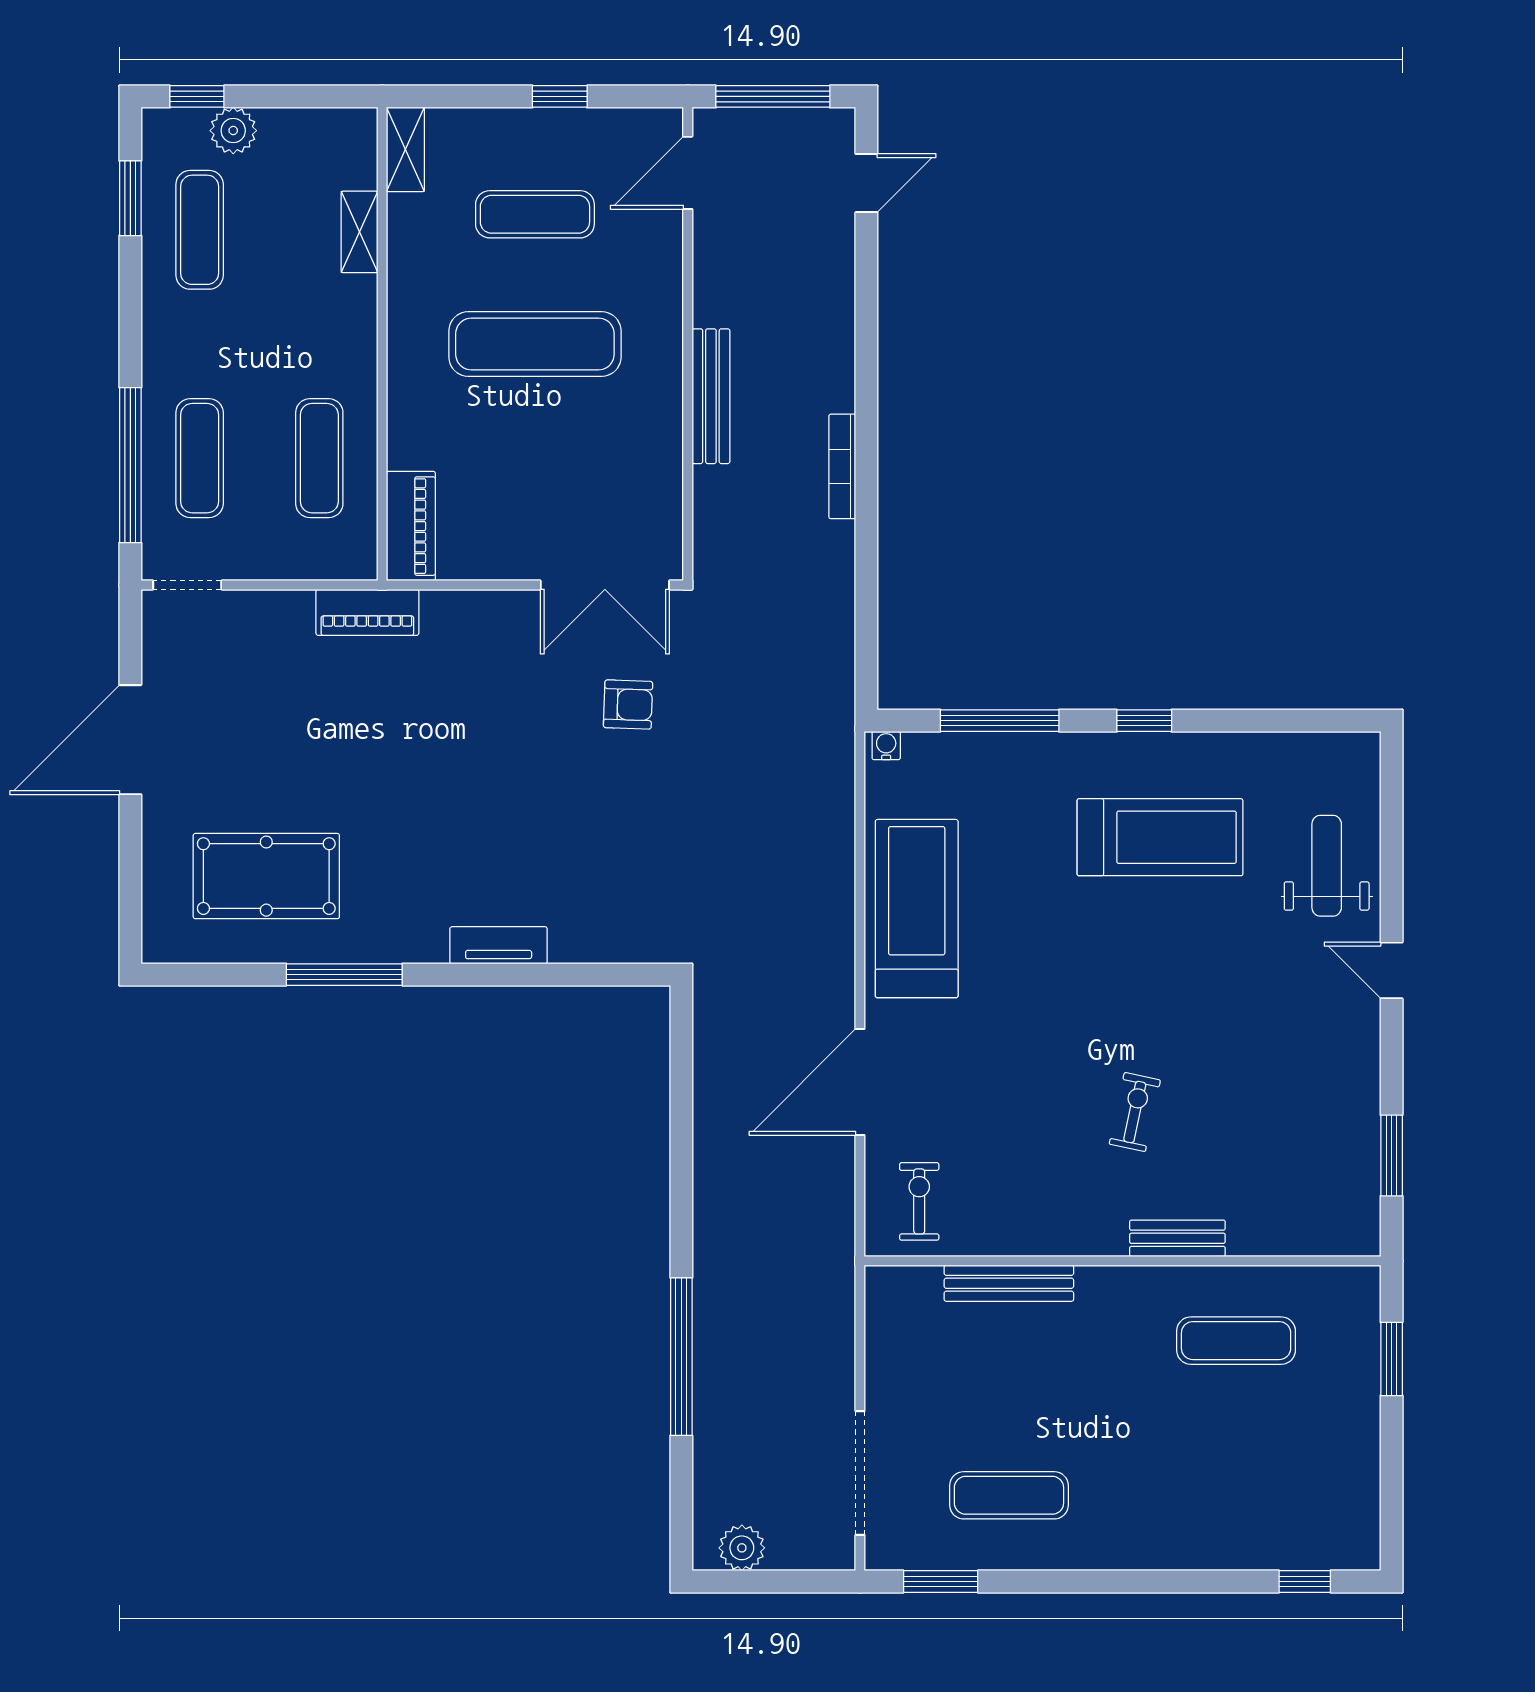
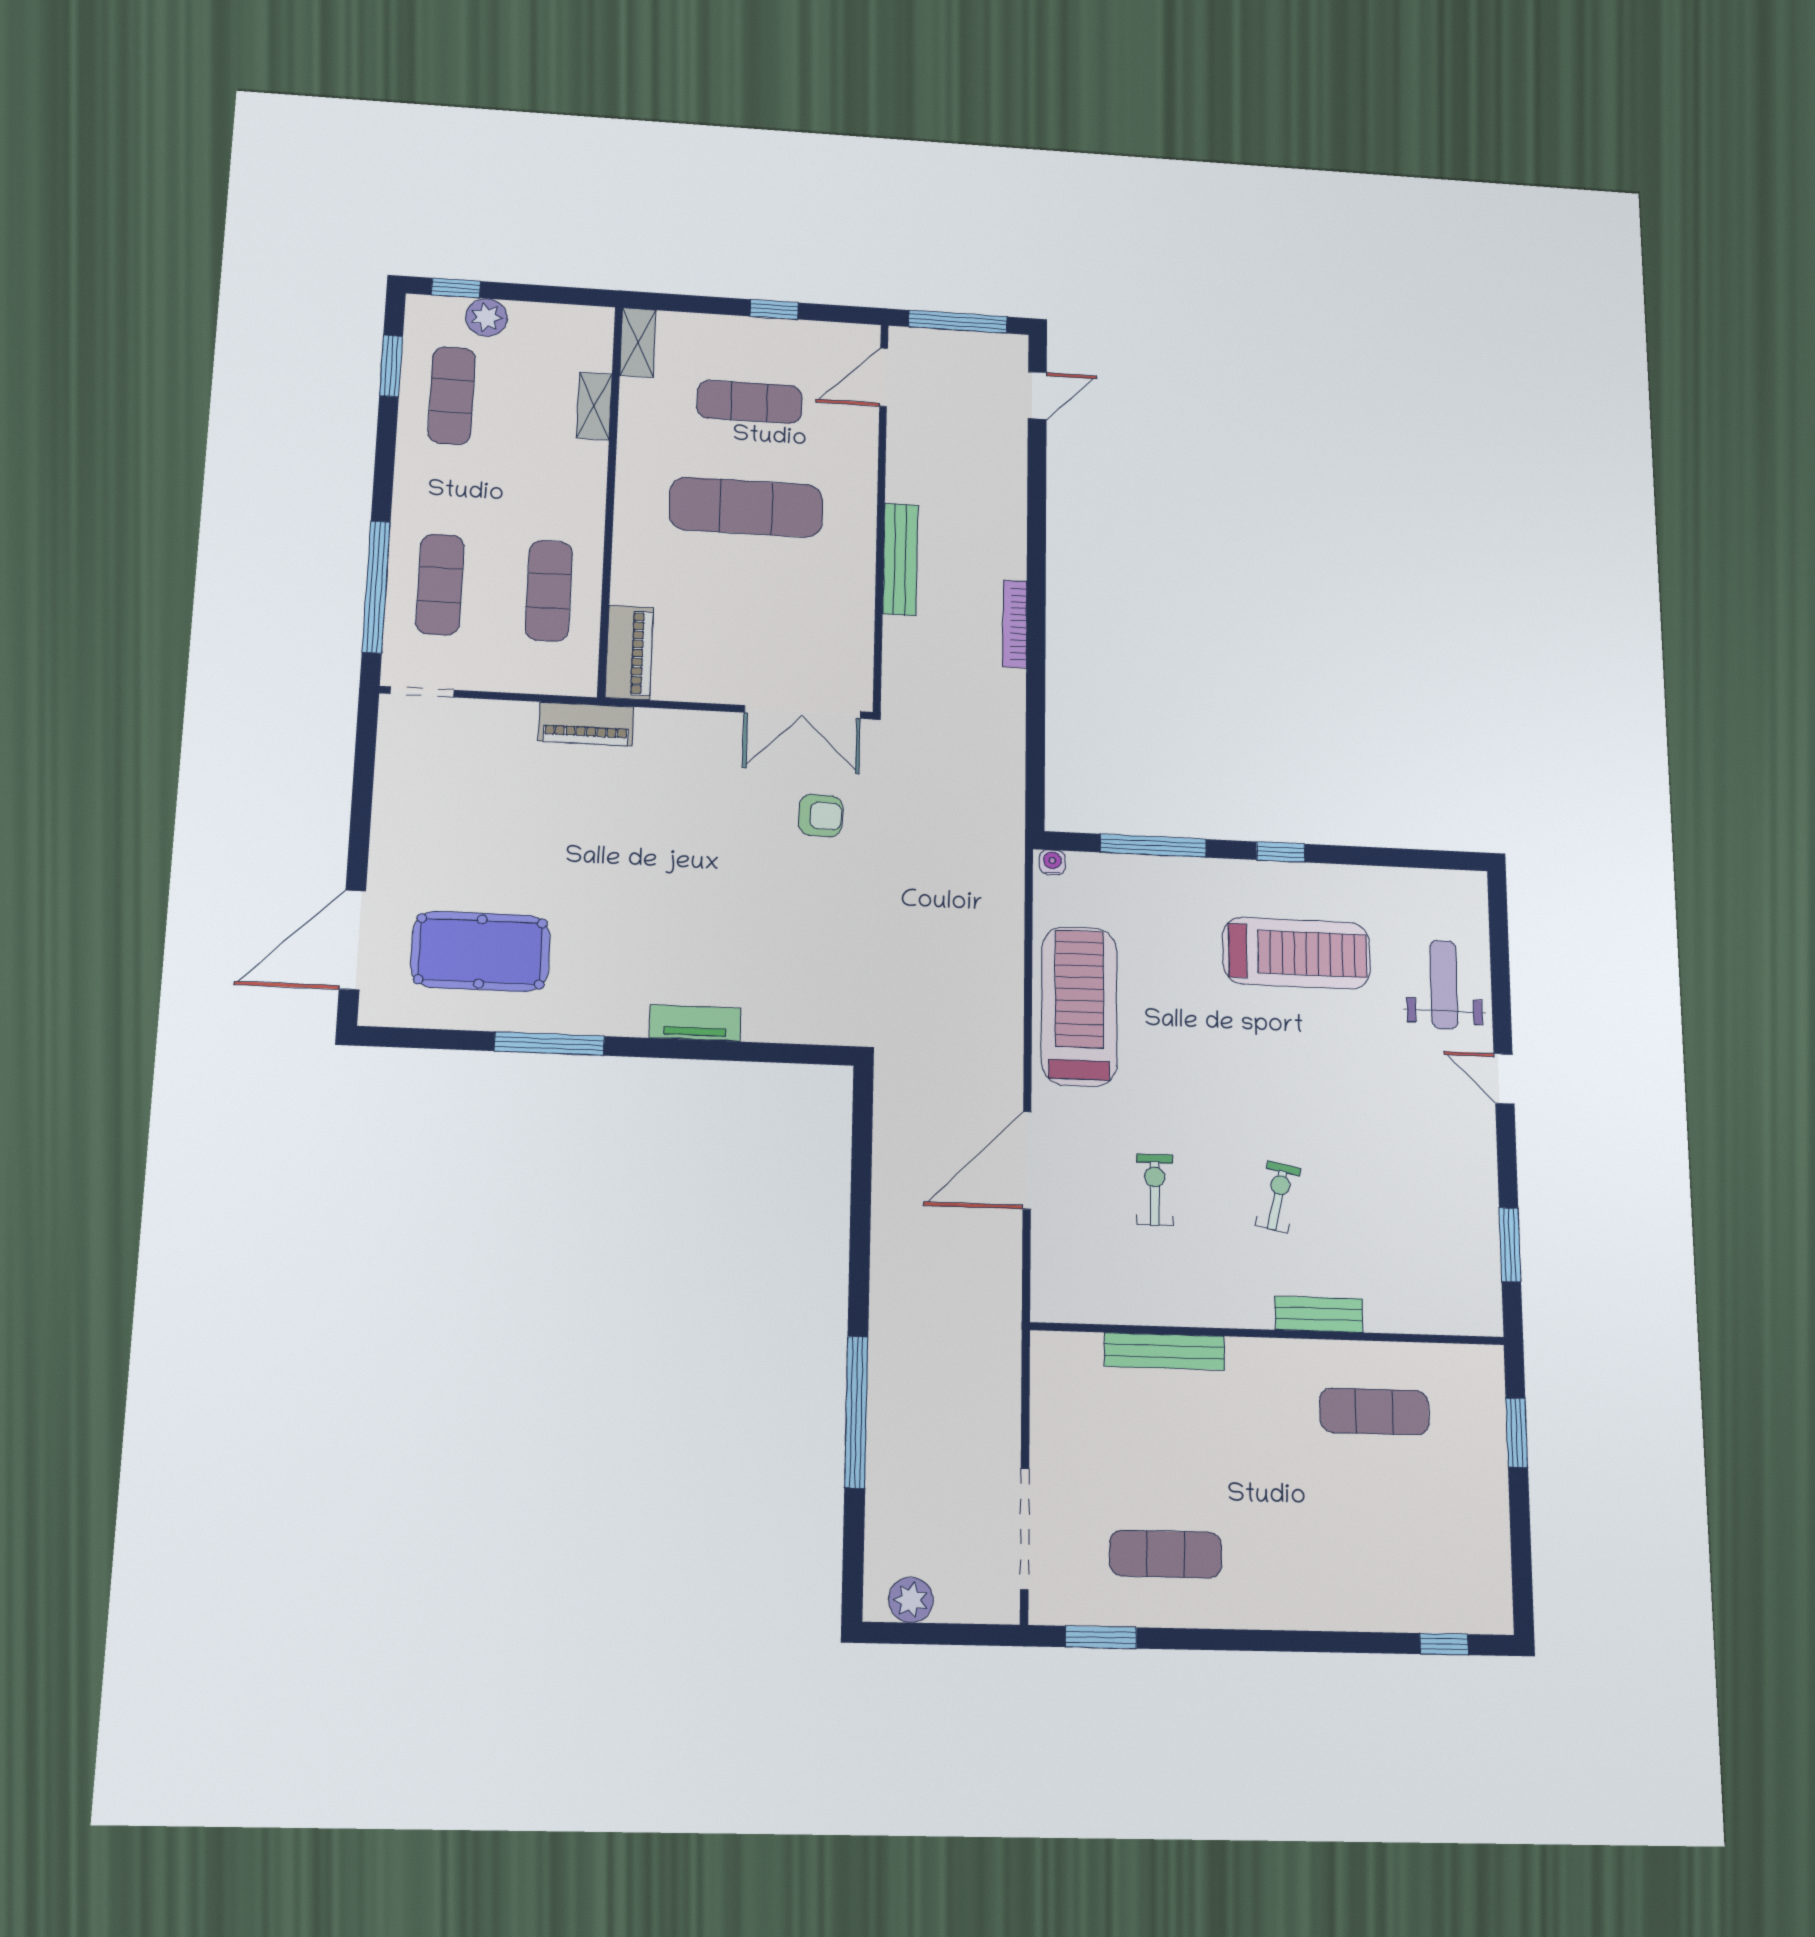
door: (130, 740) -> (352, 940), moved
exercise bike: (919, 1201) -> (1155, 1190), moved

